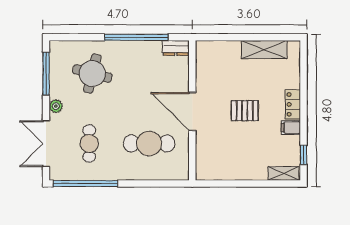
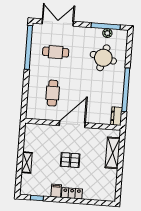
shelving: (264, 50) -> (113, 153), moved
plant: (56, 106) -> (107, 33), moved
pallet: (245, 111) -> (70, 160), turned 90
cafe table: (149, 143) -> (53, 93), width x0.73, depth x0.74
shelving: (283, 173) -> (27, 163), moved

